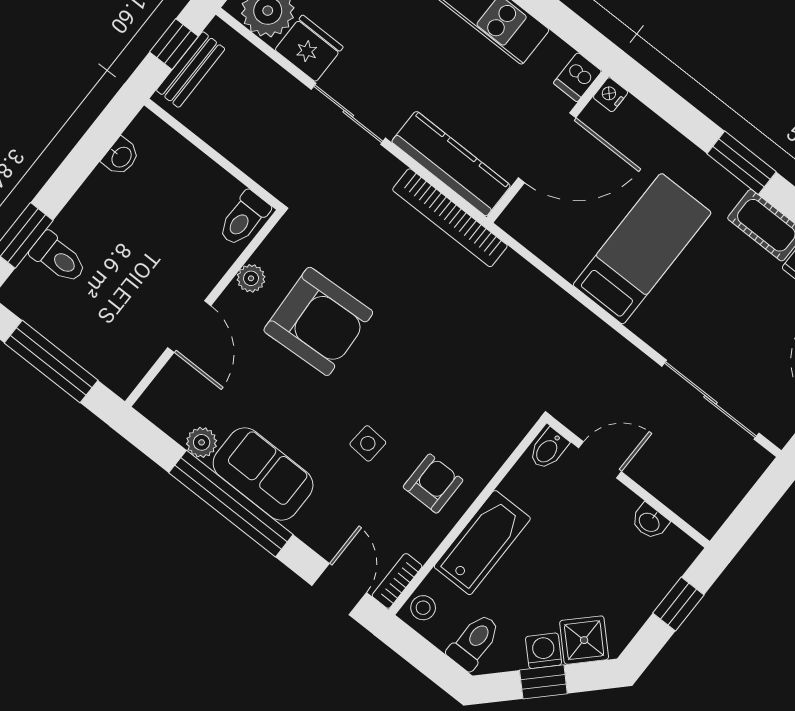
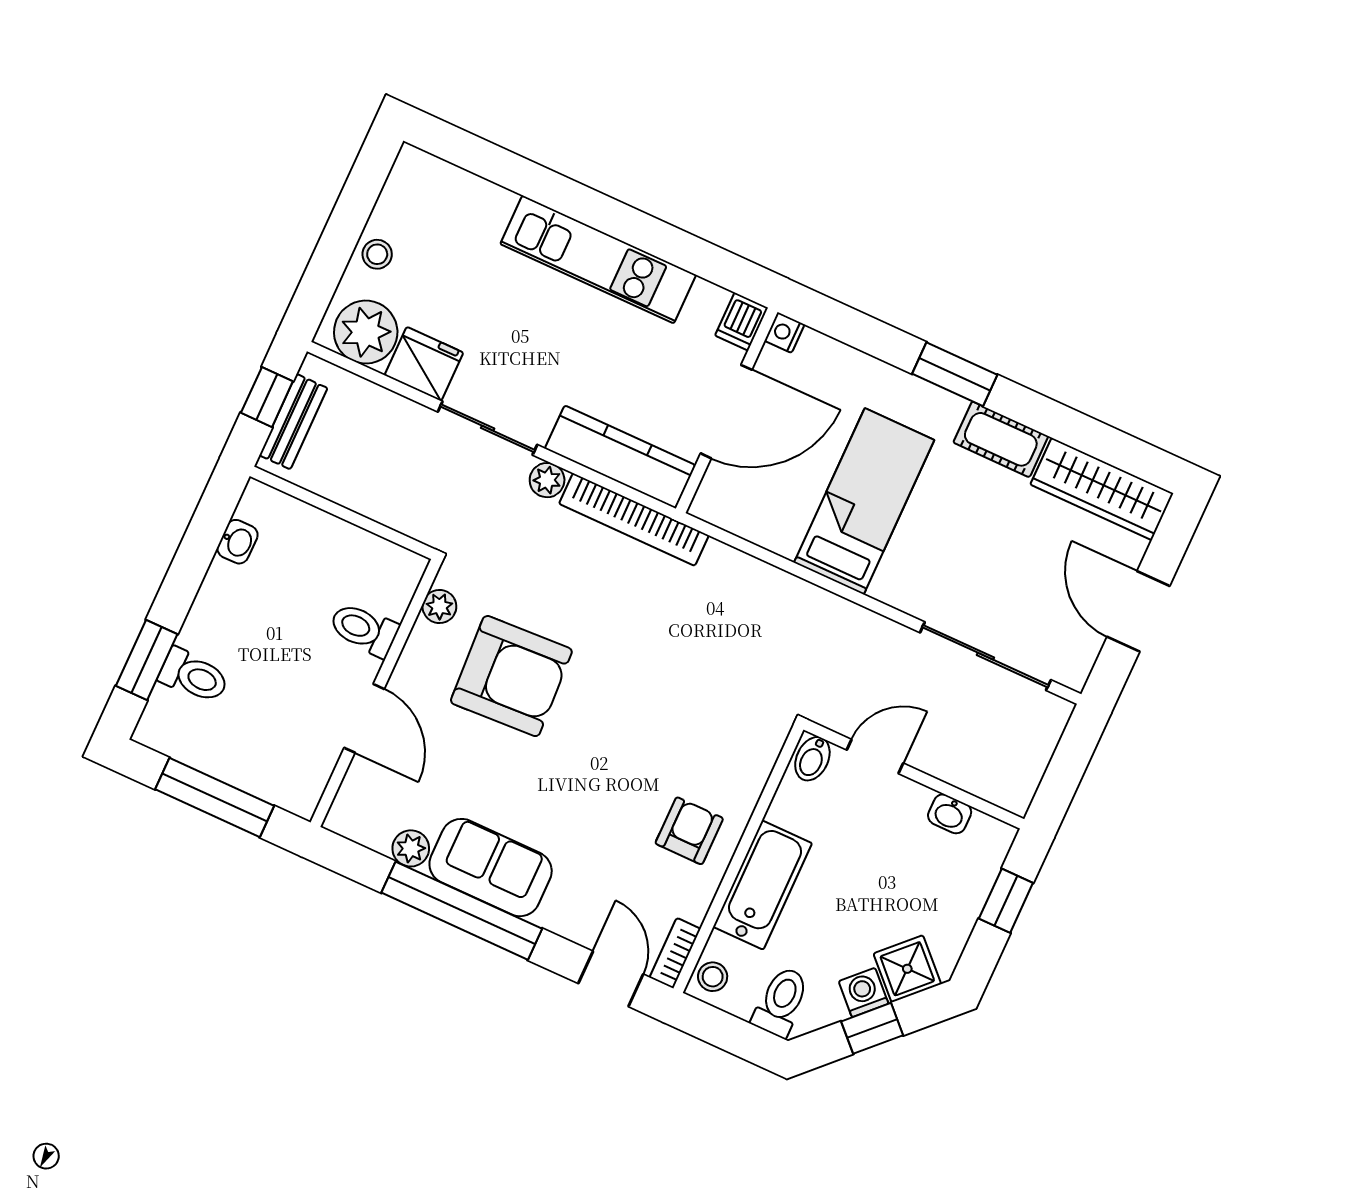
plant: (387, 168) -> (547, 480), added
toilet: (244, 218) -> (364, 629), moved, turned 90
plant: (251, 278) -> (439, 607), moved
side table: (368, 443) -> (603, 803), removed

